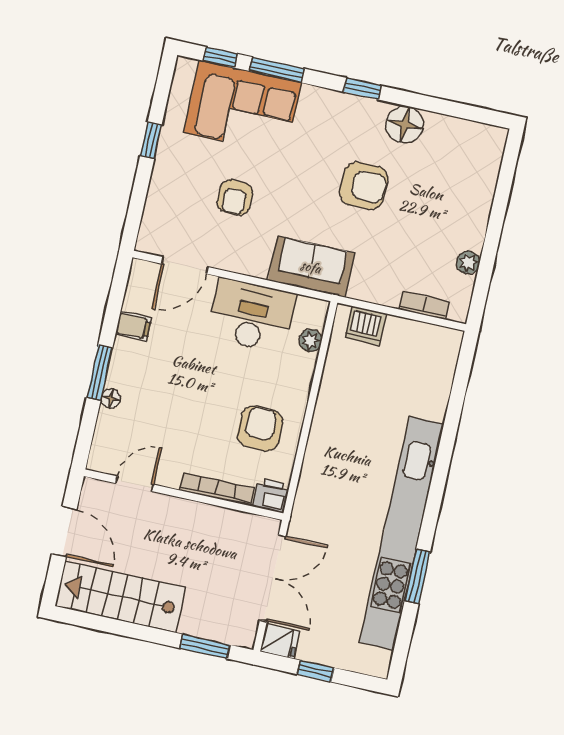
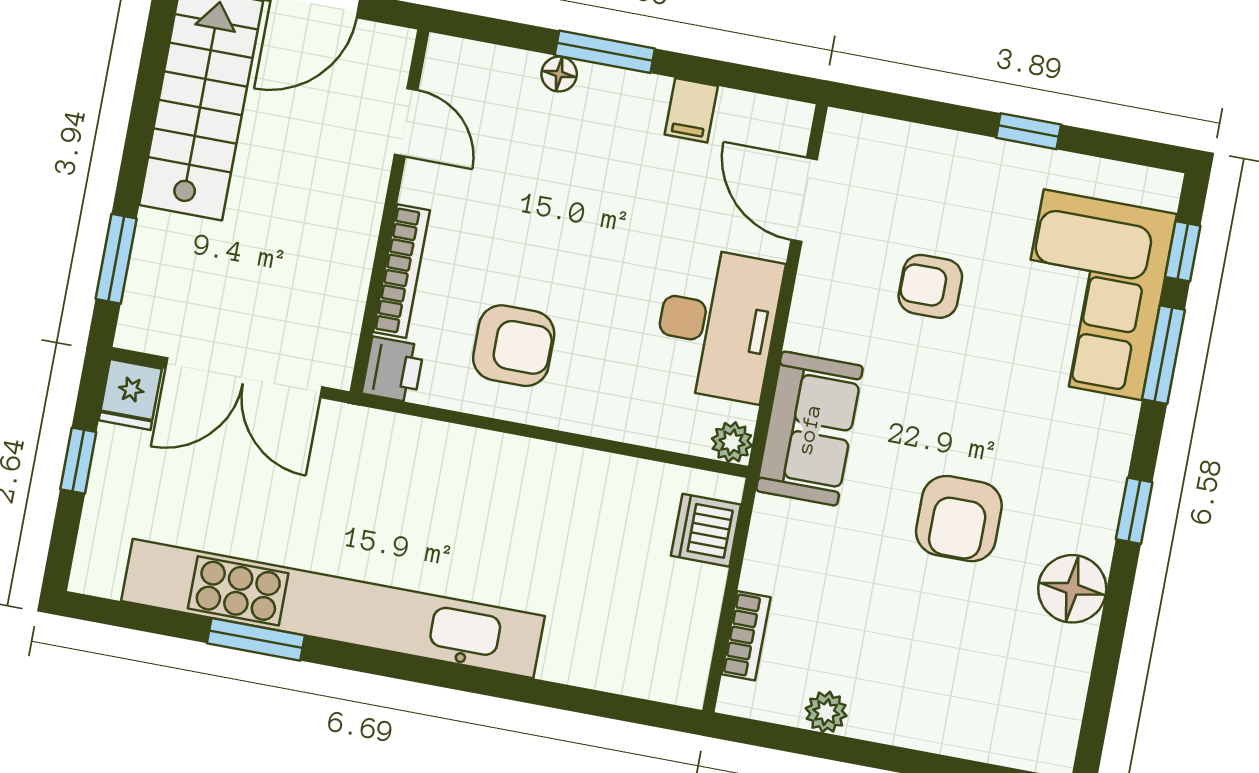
plant: (310, 340) -> (732, 442), moved

